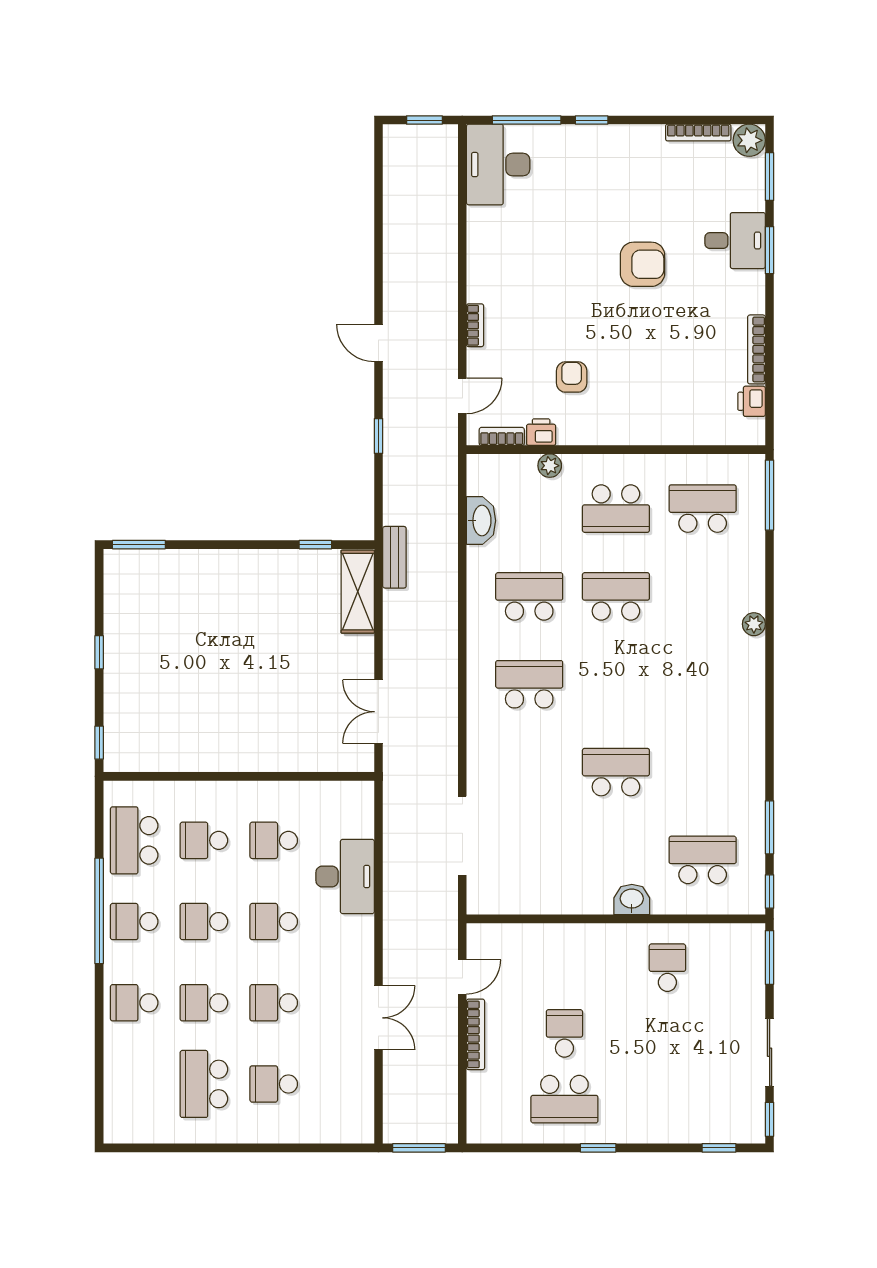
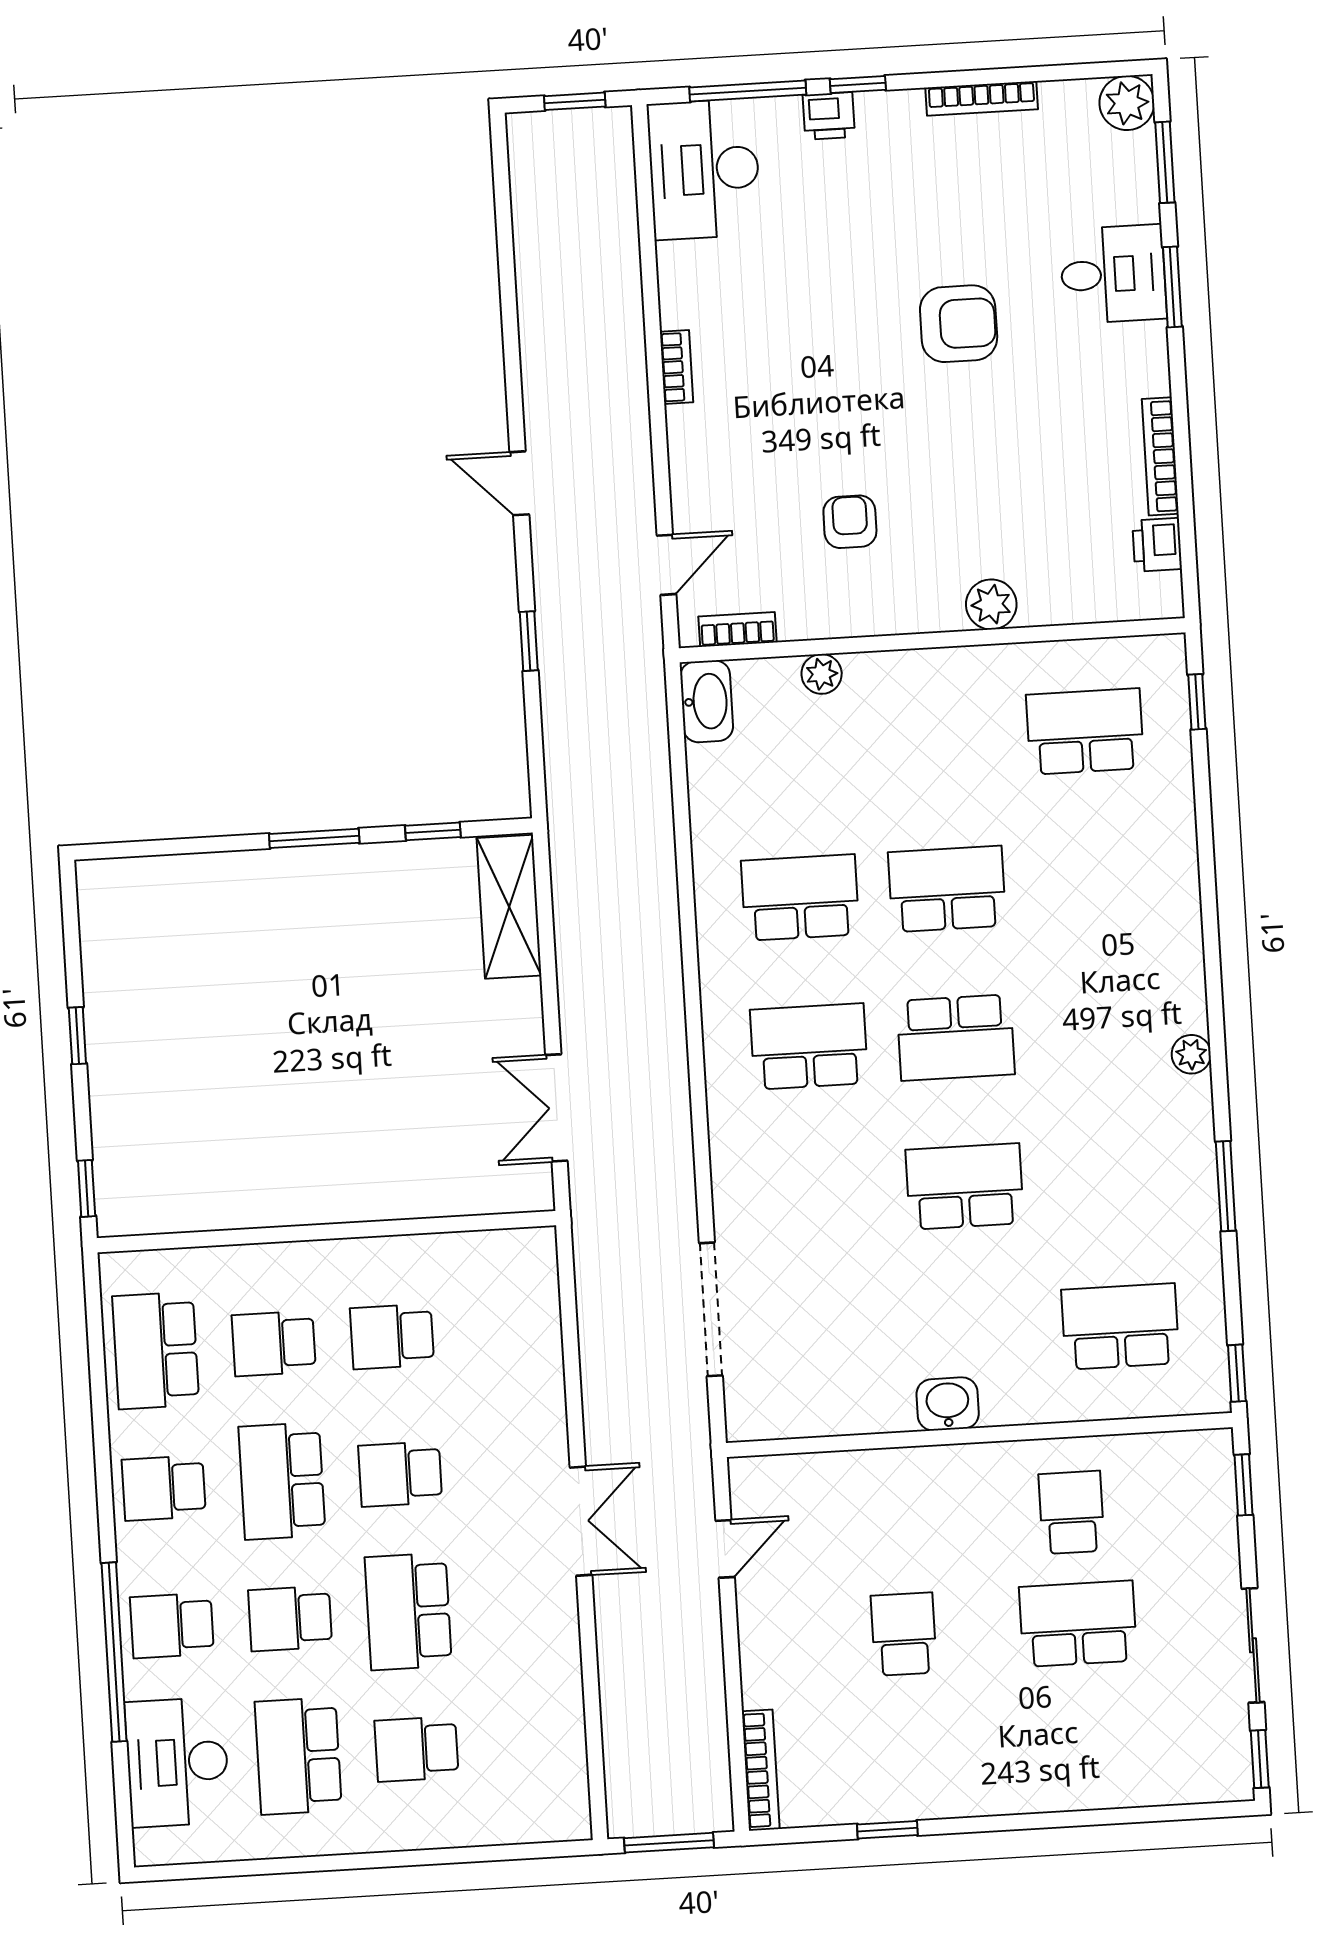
bookcase: (698, 133) -> (982, 98), moved
bookcase: (475, 325) -> (677, 367), moved
plant: (652, 431) -> (991, 604), added
printer: (541, 432) -> (829, 116), moved, turned 180
window: (770, 495) -> (1197, 702), width x0.46
school desk: (616, 509) -> (956, 1038), moved
washbasin: (481, 521) -> (707, 701), moved
window: (139, 545) -> (314, 838), moved
bench: (394, 557) -> (568, 845), removed
plant: (754, 624) -> (1191, 1054), moved
window: (770, 827) -> (1226, 1186), moved
desk: (345, 876) -> (177, 1762), moved, turned 180
washbasin: (632, 899) -> (948, 1404), moved
window: (99, 911) -> (114, 1652), moved
school desk: (204, 922) -> (282, 1481), width x1.85
window: (770, 957) -> (1243, 1485), width x0.67
school desk: (274, 1003) -> (408, 1612), width x1.85
double door: (378, 1018) -> (581, 1521), moved
bookcase: (476, 1034) -> (761, 1770), moved
school desk: (564, 1099) -> (1078, 1624), moved, turned 180
window: (598, 1148) -> (887, 1830), moved
window: (719, 1148) -> (1177, 1813), removed

